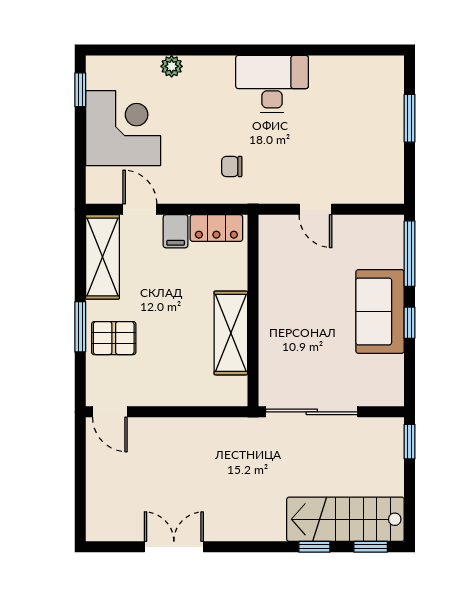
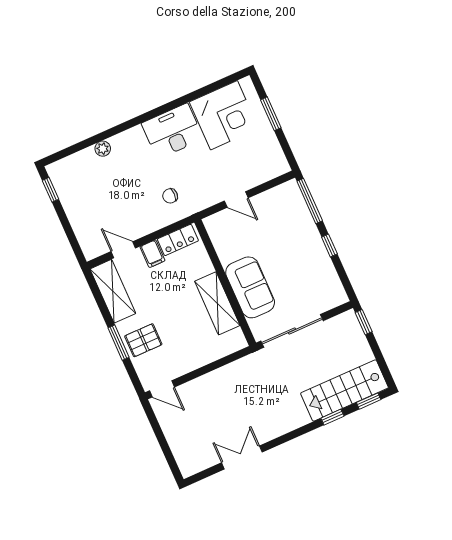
corner desk: (123, 128) -> (224, 115), moved, turned 90
sofa: (380, 311) -> (250, 287), moved, turned 180

